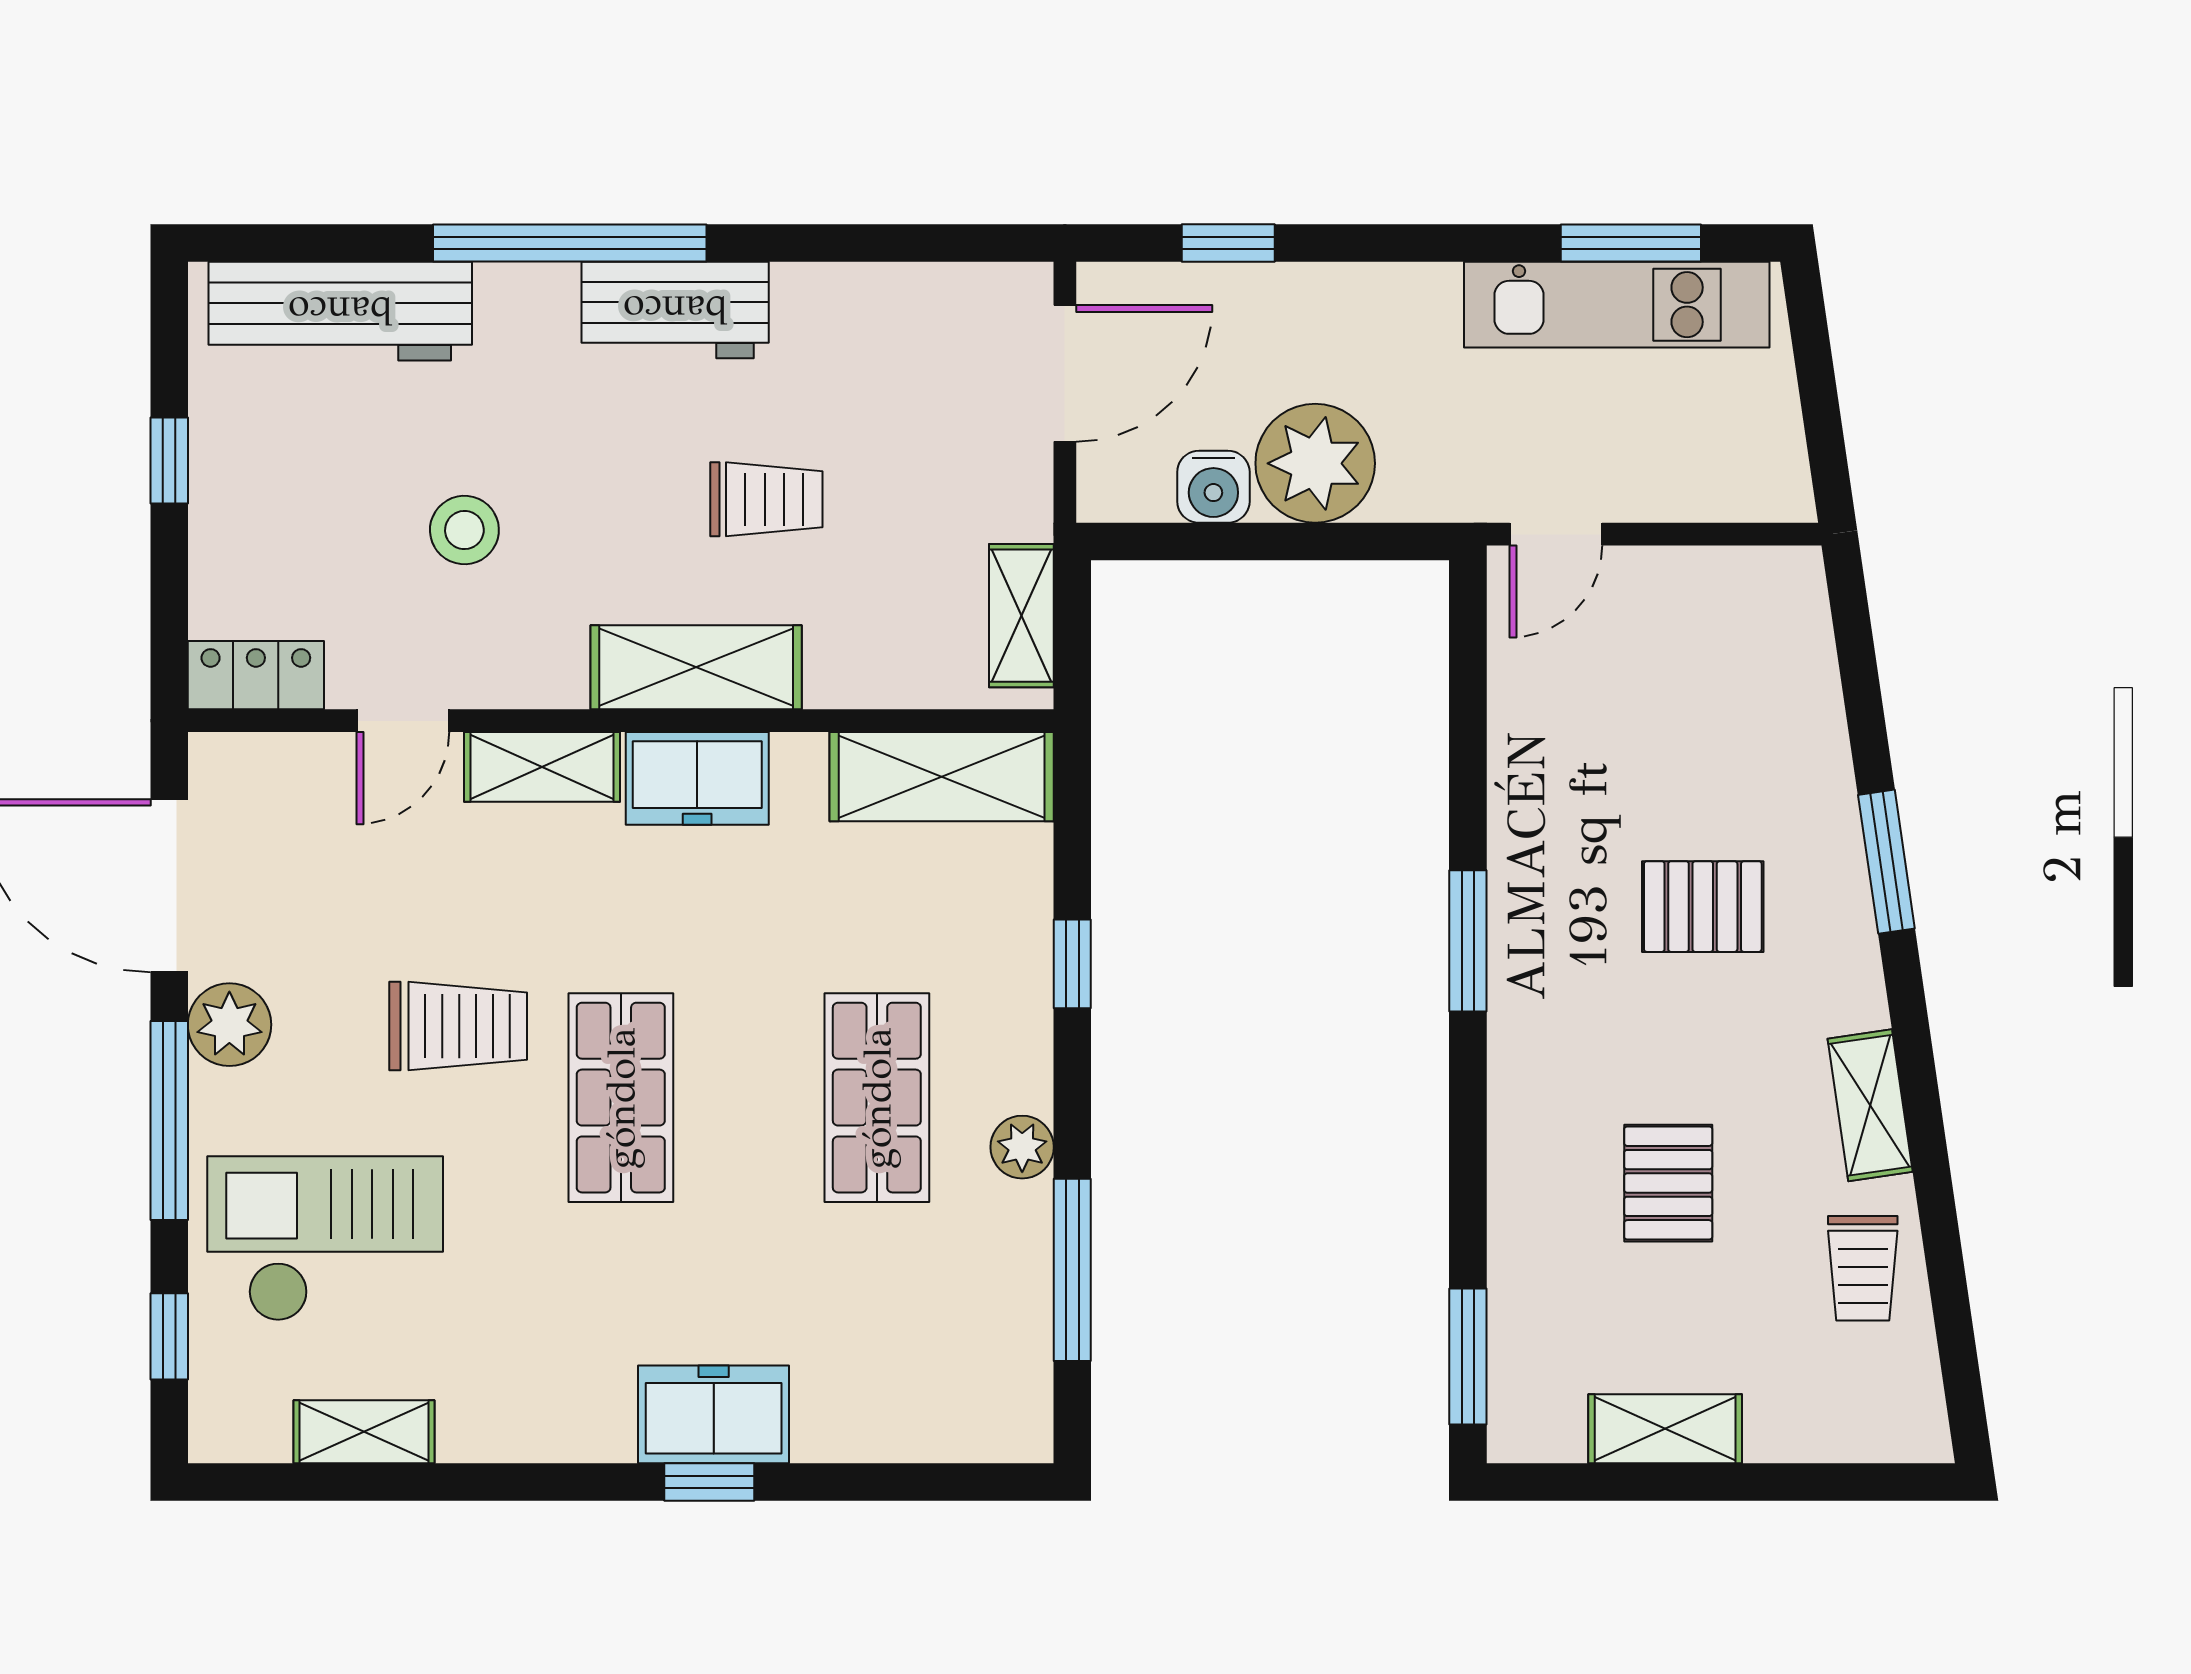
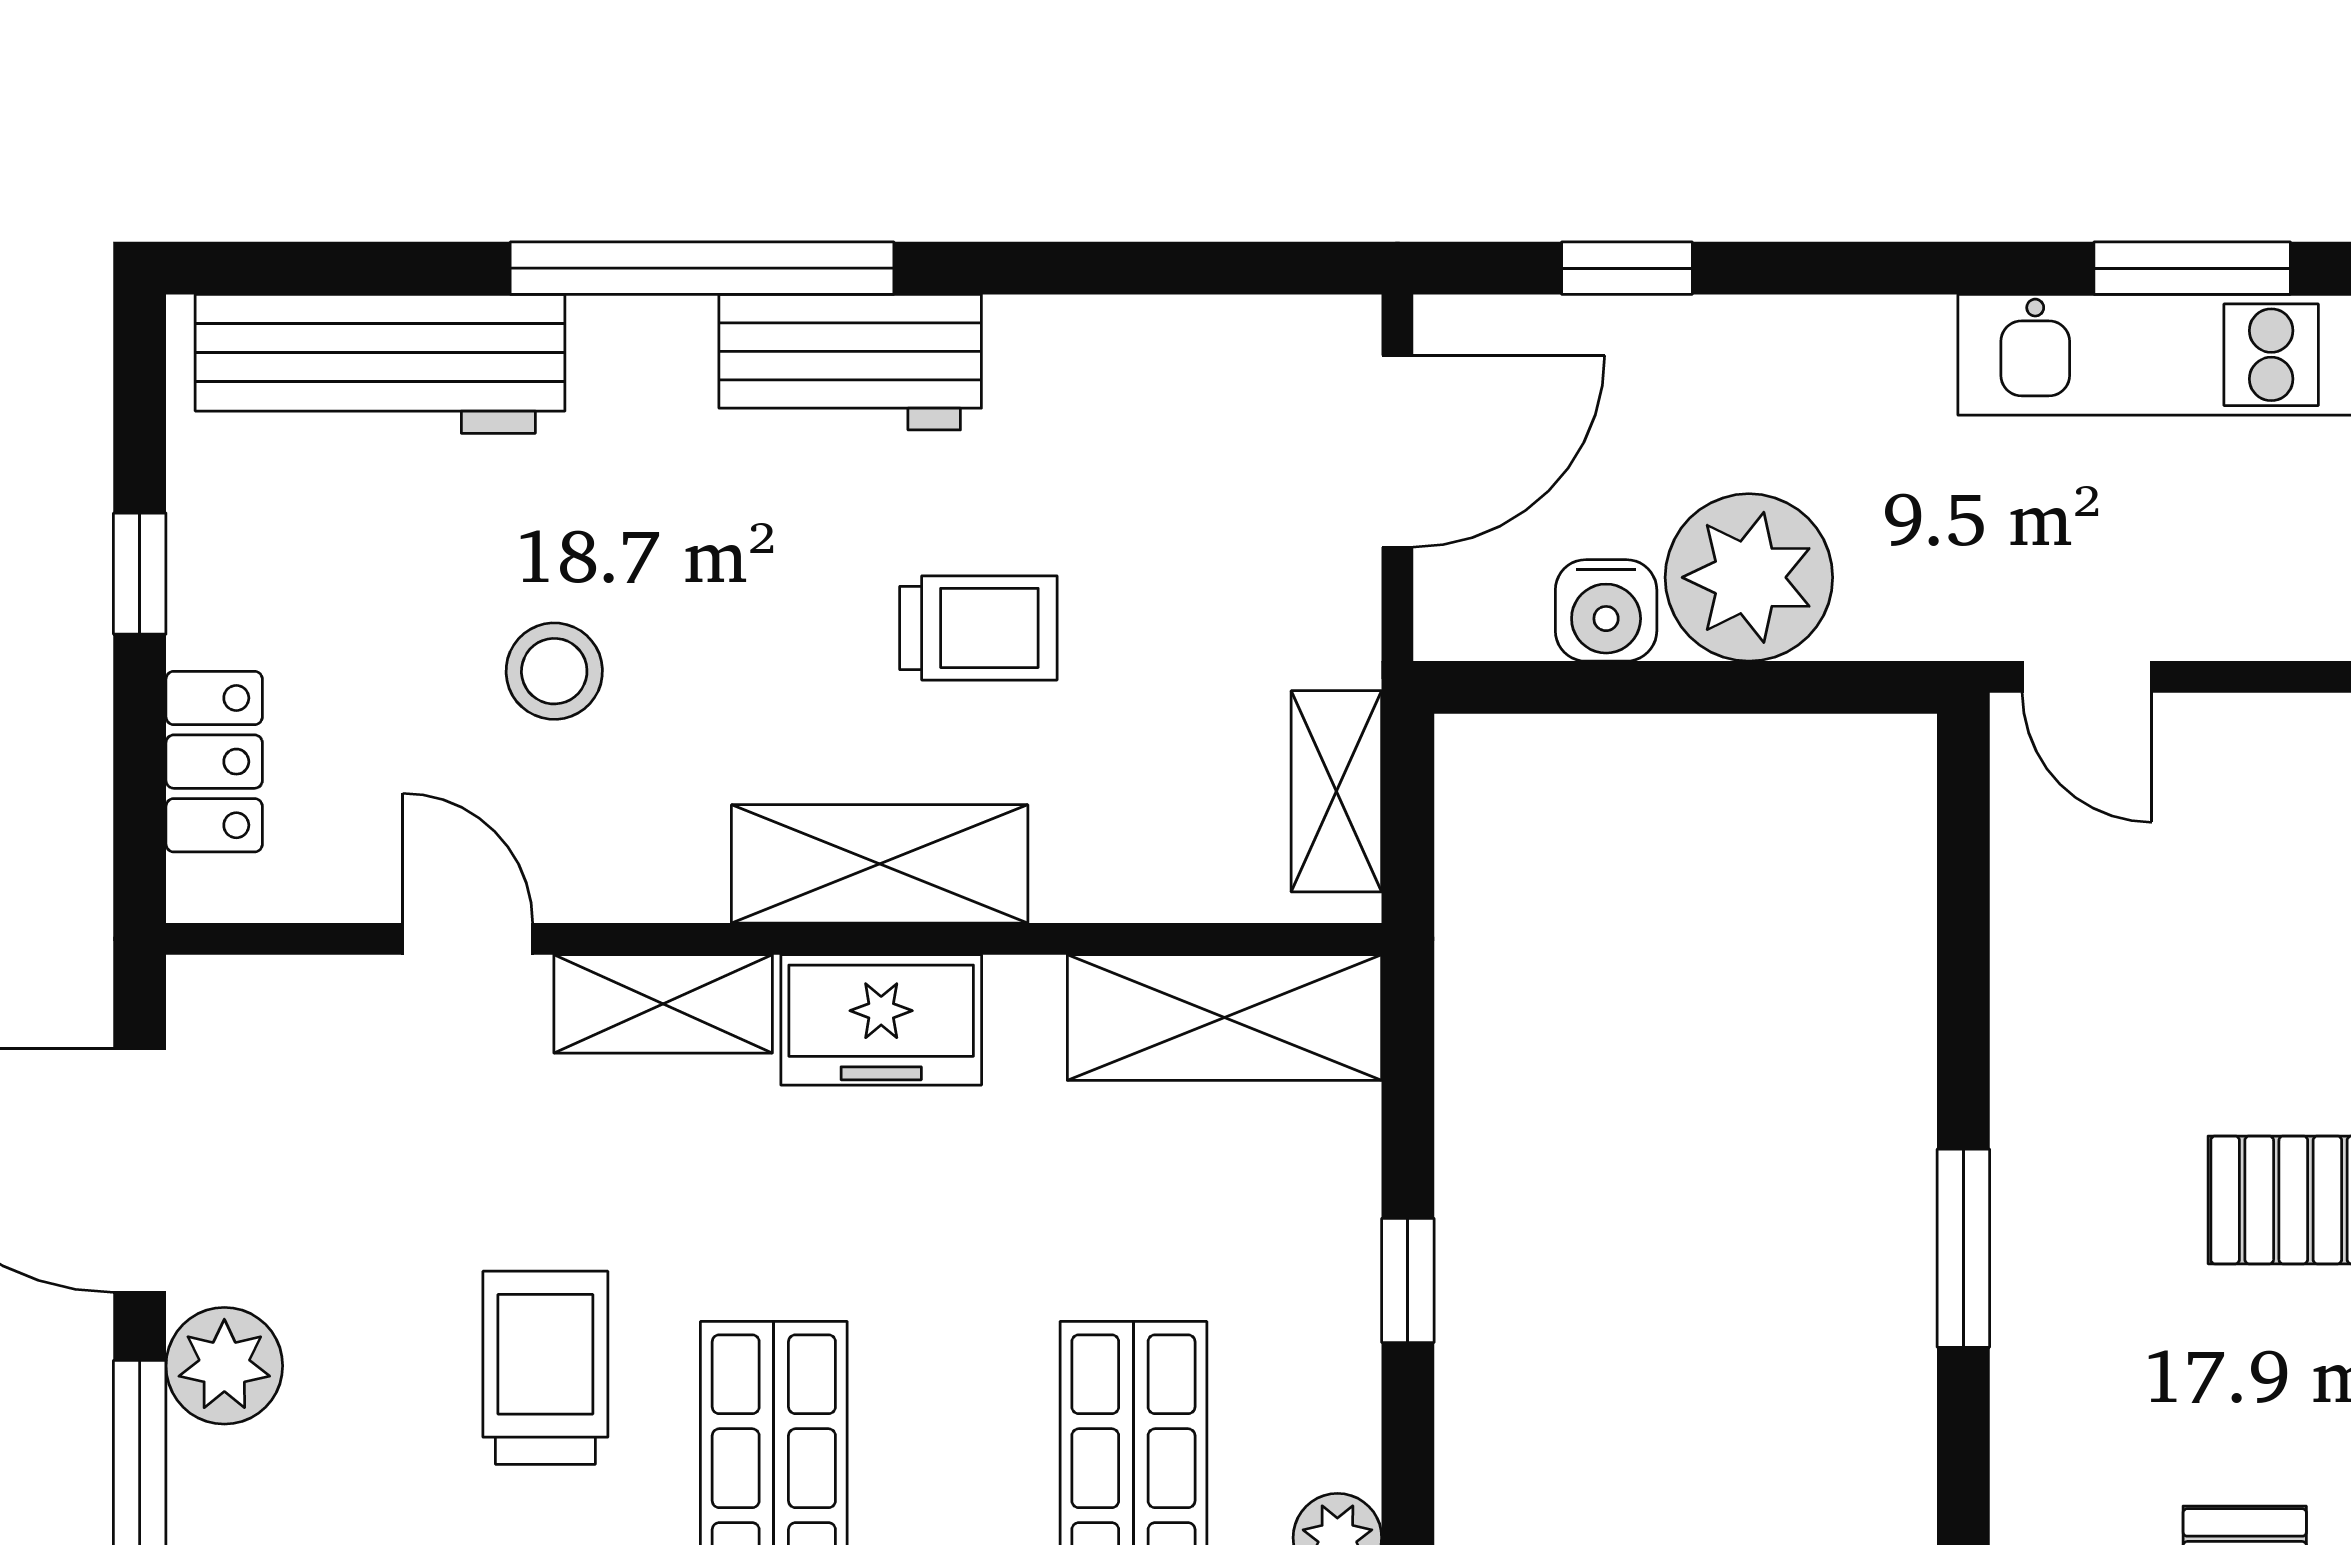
door: (1556, 534) -> (2087, 677), hinge flipped
locker: (256, 675) -> (214, 762), moved, turned 90
door: (403, 721) -> (468, 939), swing flipped
trolley: (458, 1026) -> (545, 1368), turned -90

